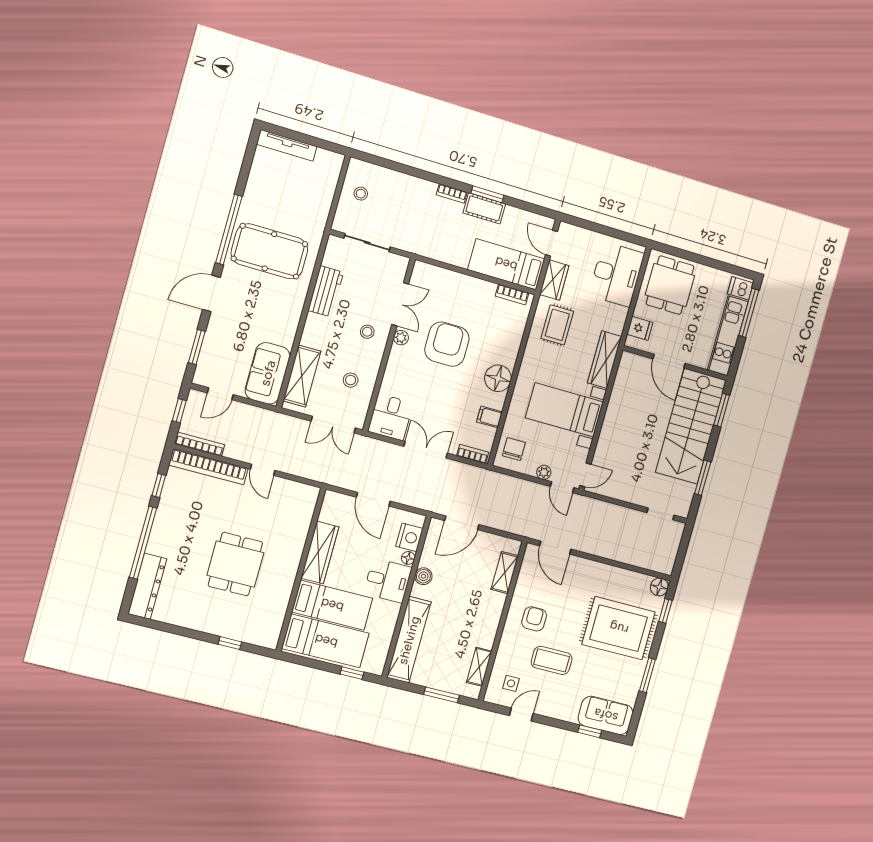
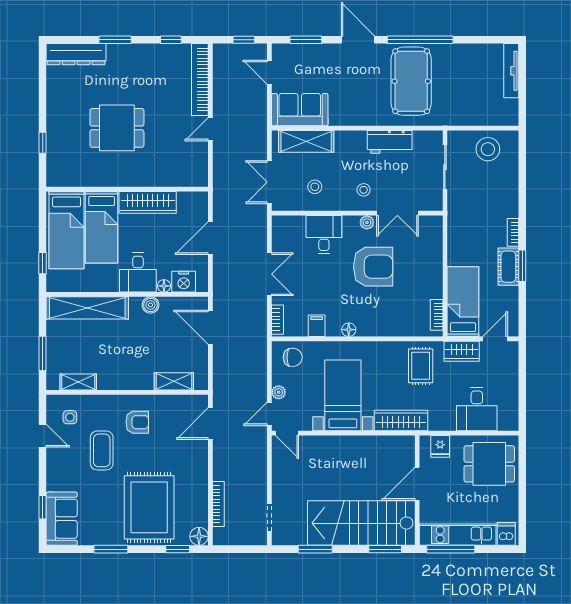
stool: (361, 194) -> (488, 149), width x1.89, depth x1.89
desk: (616, 274) -> (477, 409), width x0.73
window: (749, 313) -> (451, 549), moved
rug: (557, 325) -> (421, 366), turned 90
floor lamp: (498, 378) -> (349, 330), width x0.53, depth x0.53
desk: (391, 417) -> (324, 234), moved, turned 90
bookcase: (200, 444) -> (218, 504), moved
window: (143, 543) -> (115, 40), width x0.47

